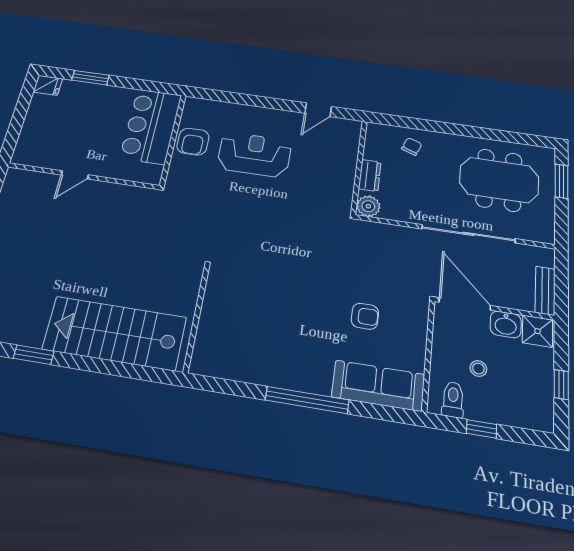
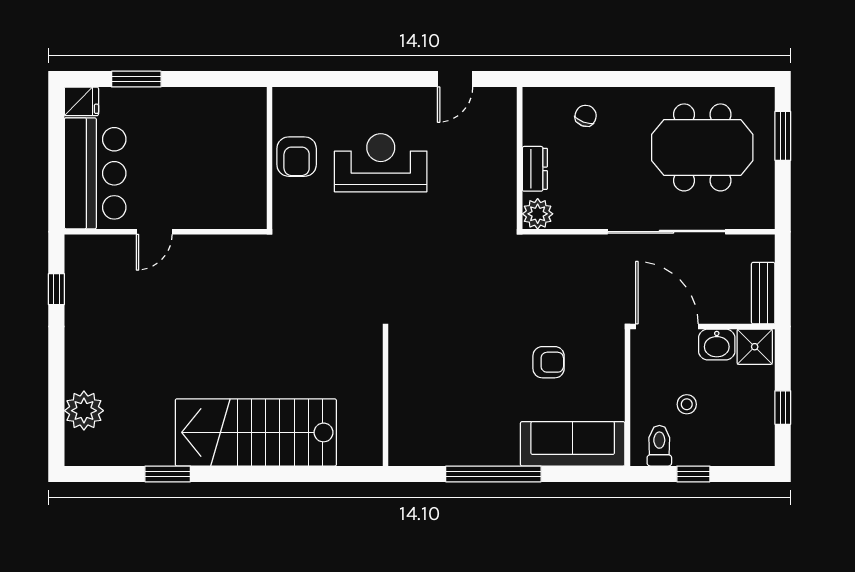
bar counter: (151, 126) -> (95, 173), moved, turned 180
wall: (197, 318) -> (385, 398), moved

